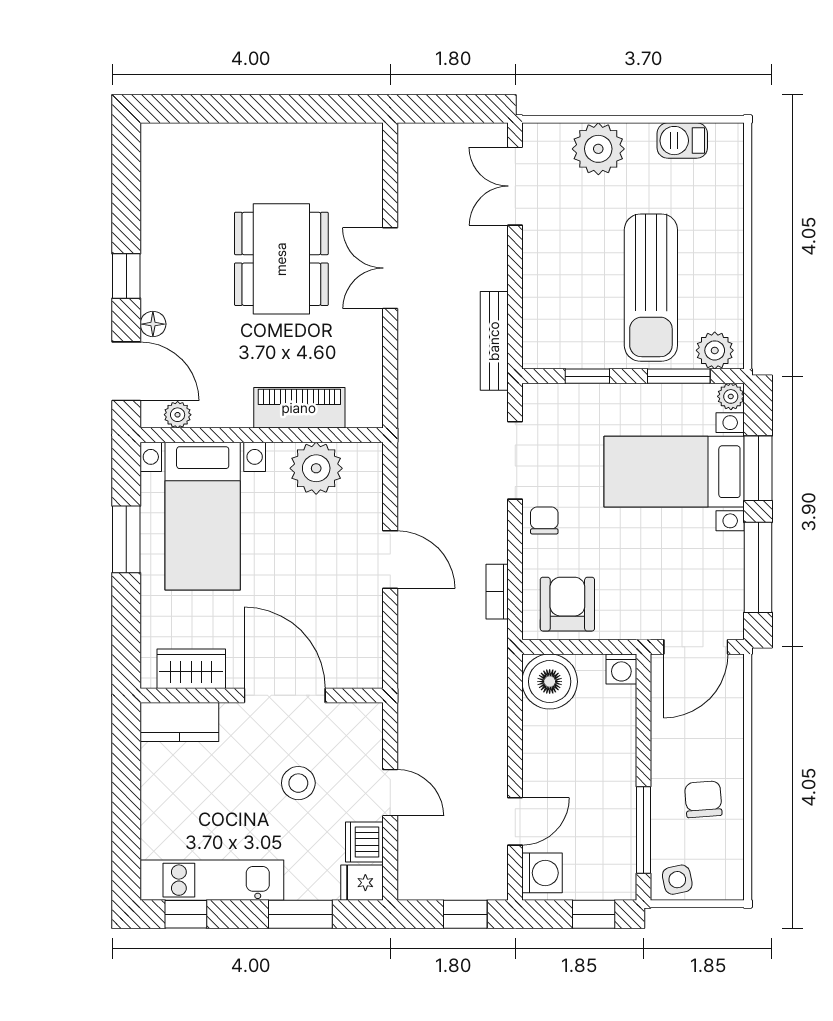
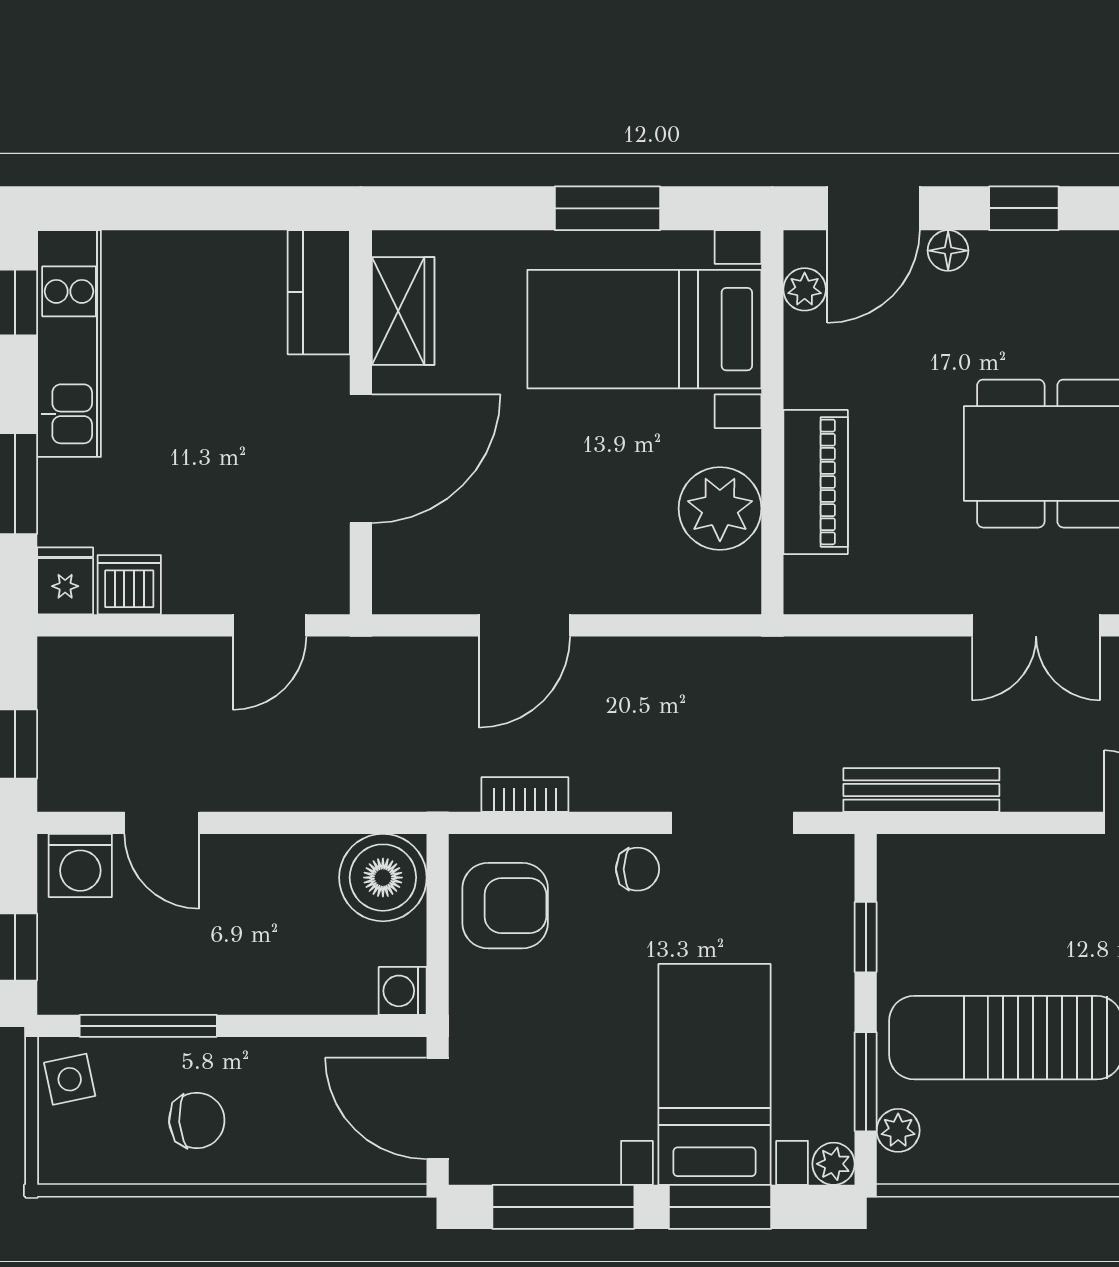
double door: (390, 268) -> (1036, 625), swing flipped
plant: (715, 350) -> (898, 1130), width x0.73, depth x0.73
door: (390, 560) -> (524, 625), moved
stool: (298, 783) -> (222, 480), removed
door: (390, 793) -> (270, 625), moved

